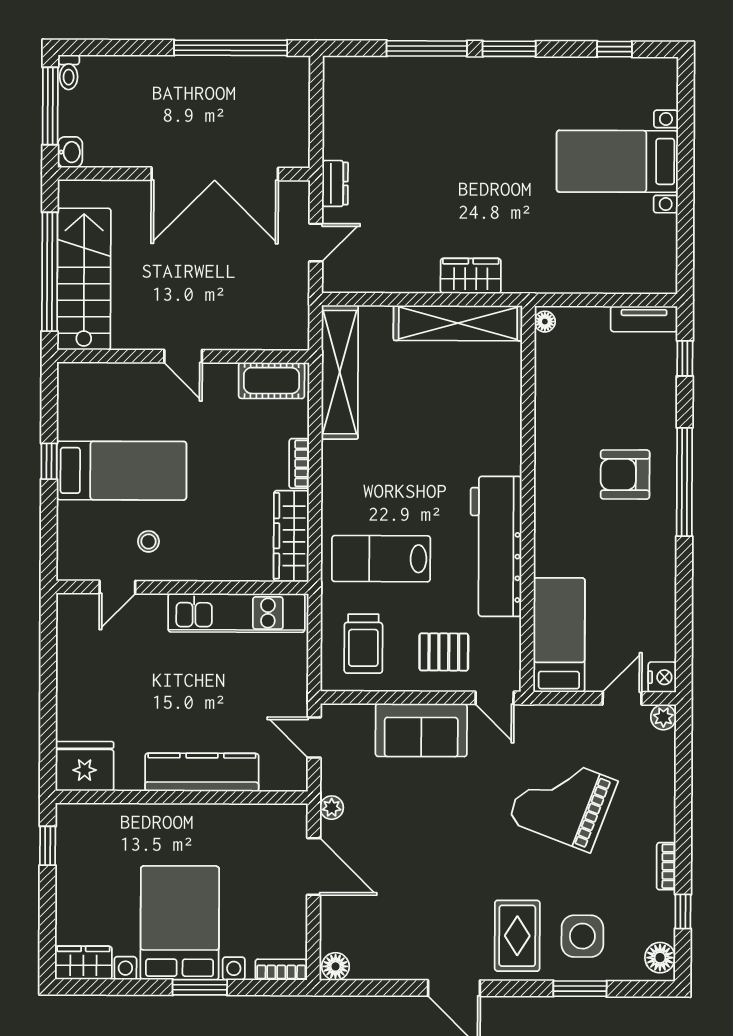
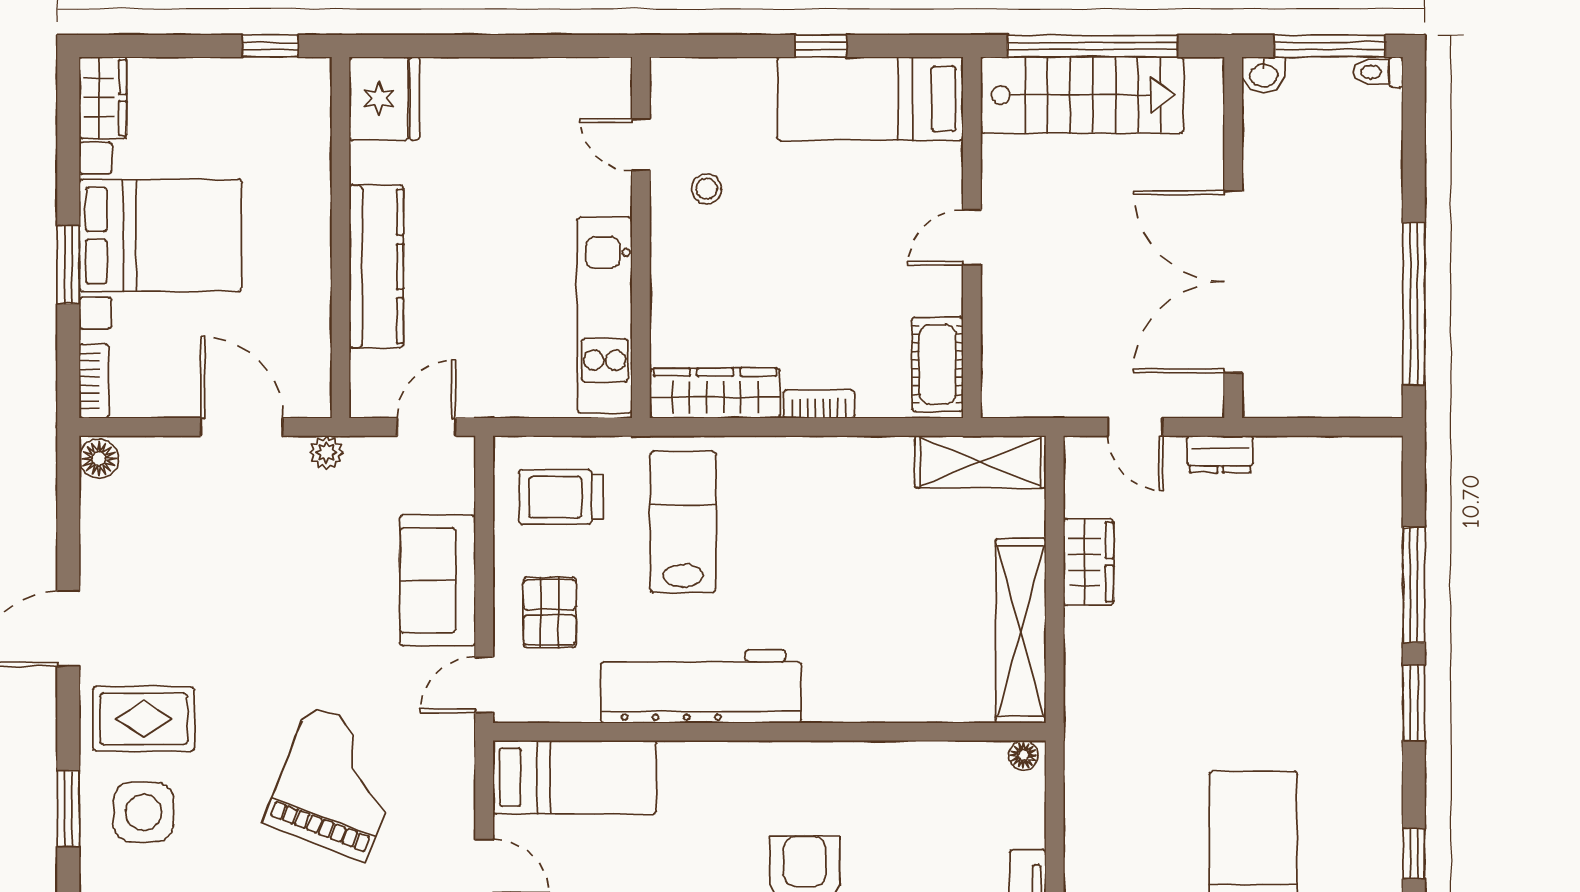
wardrobe: (471, 276) -> (1088, 562), moved
shelving: (340, 372) -> (980, 462), width x0.68
bed: (121, 471) -> (870, 99), moved, turned 90
door: (314, 867) -> (242, 427), swing flipped

